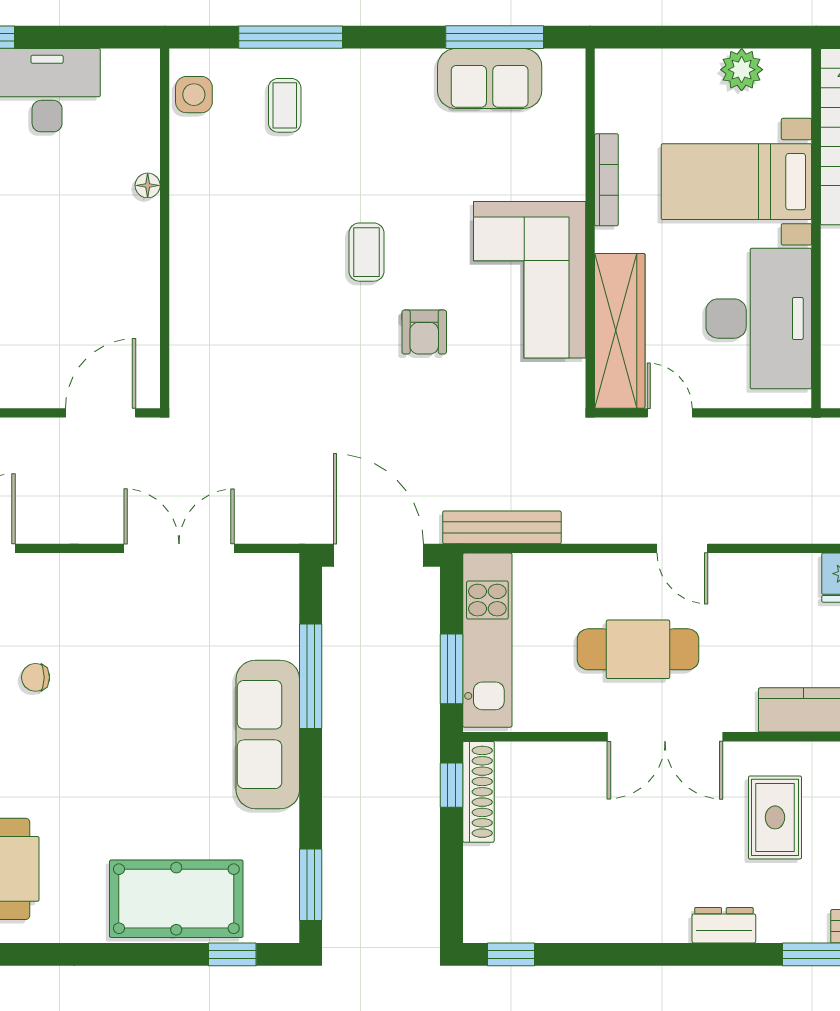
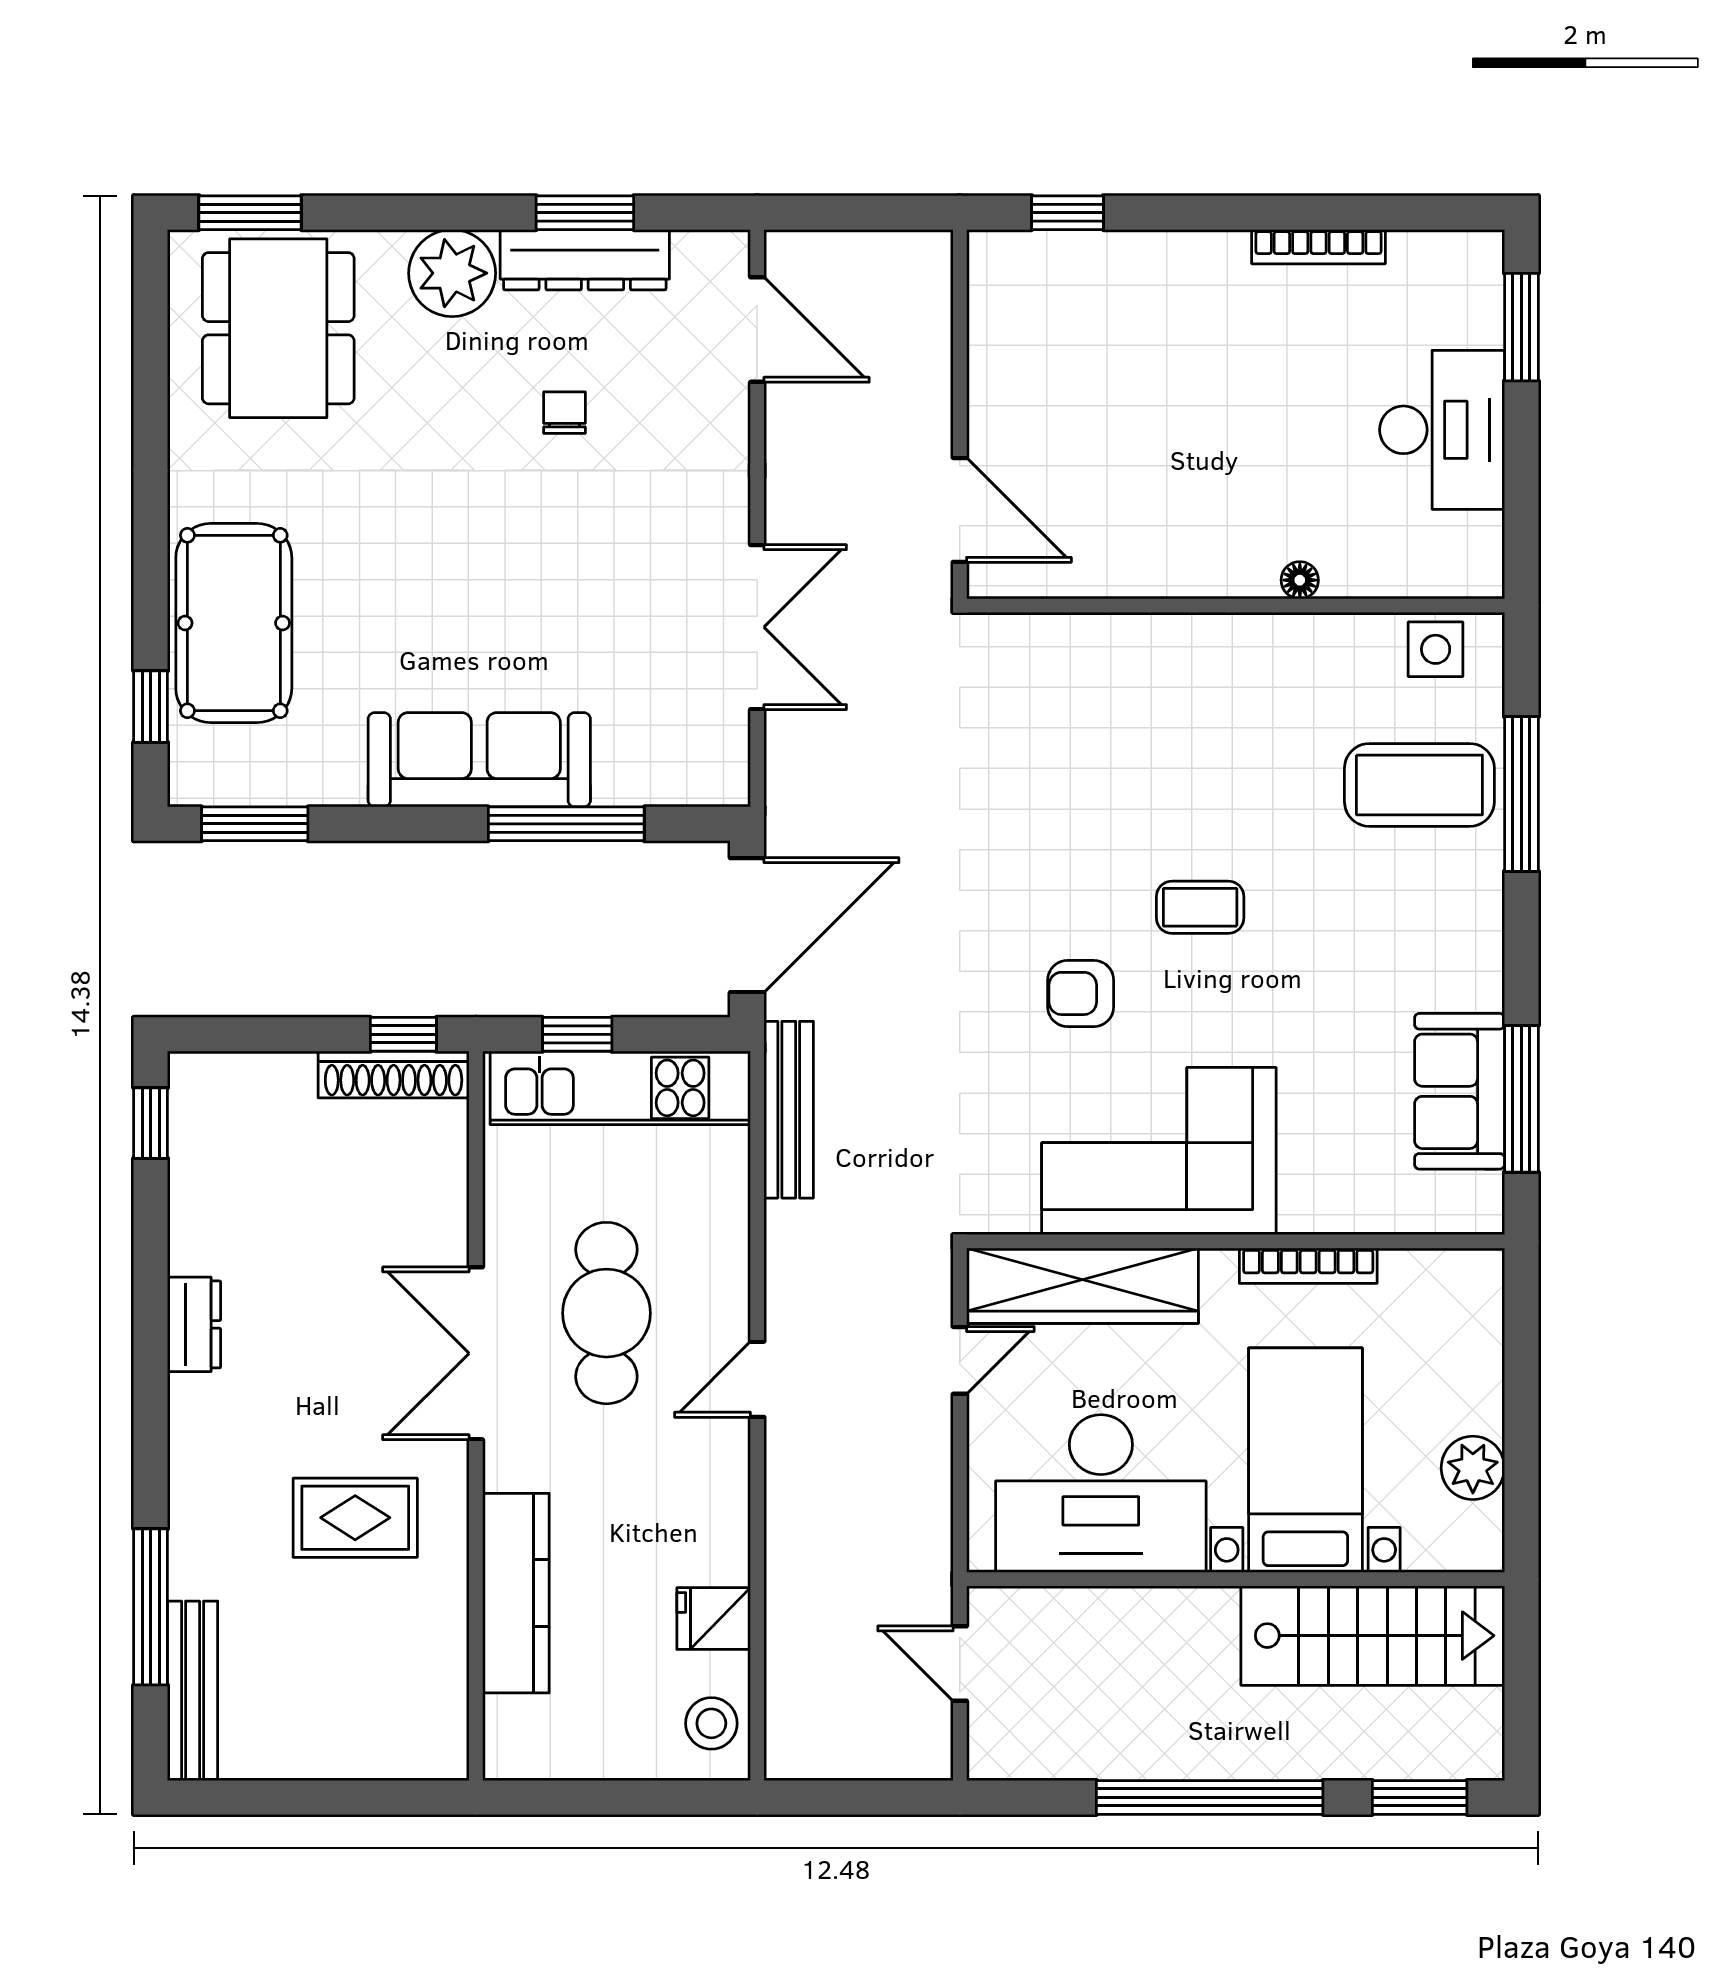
coffee table: (285, 105) -> (1419, 785), width x1.86, depth x1.72
window: (452, 669) -> (577, 1034), width x0.67
dresser: (724, 925) -> (194, 1324), moved

